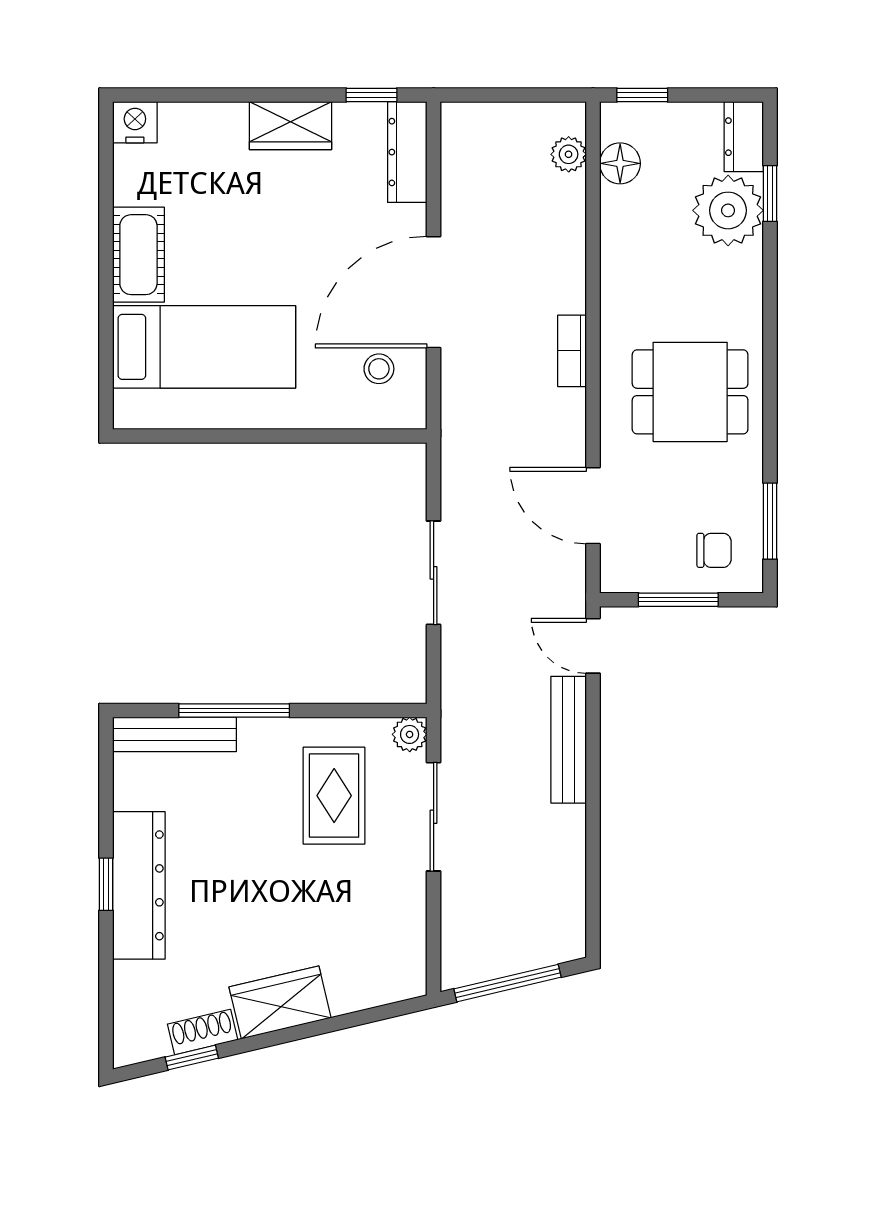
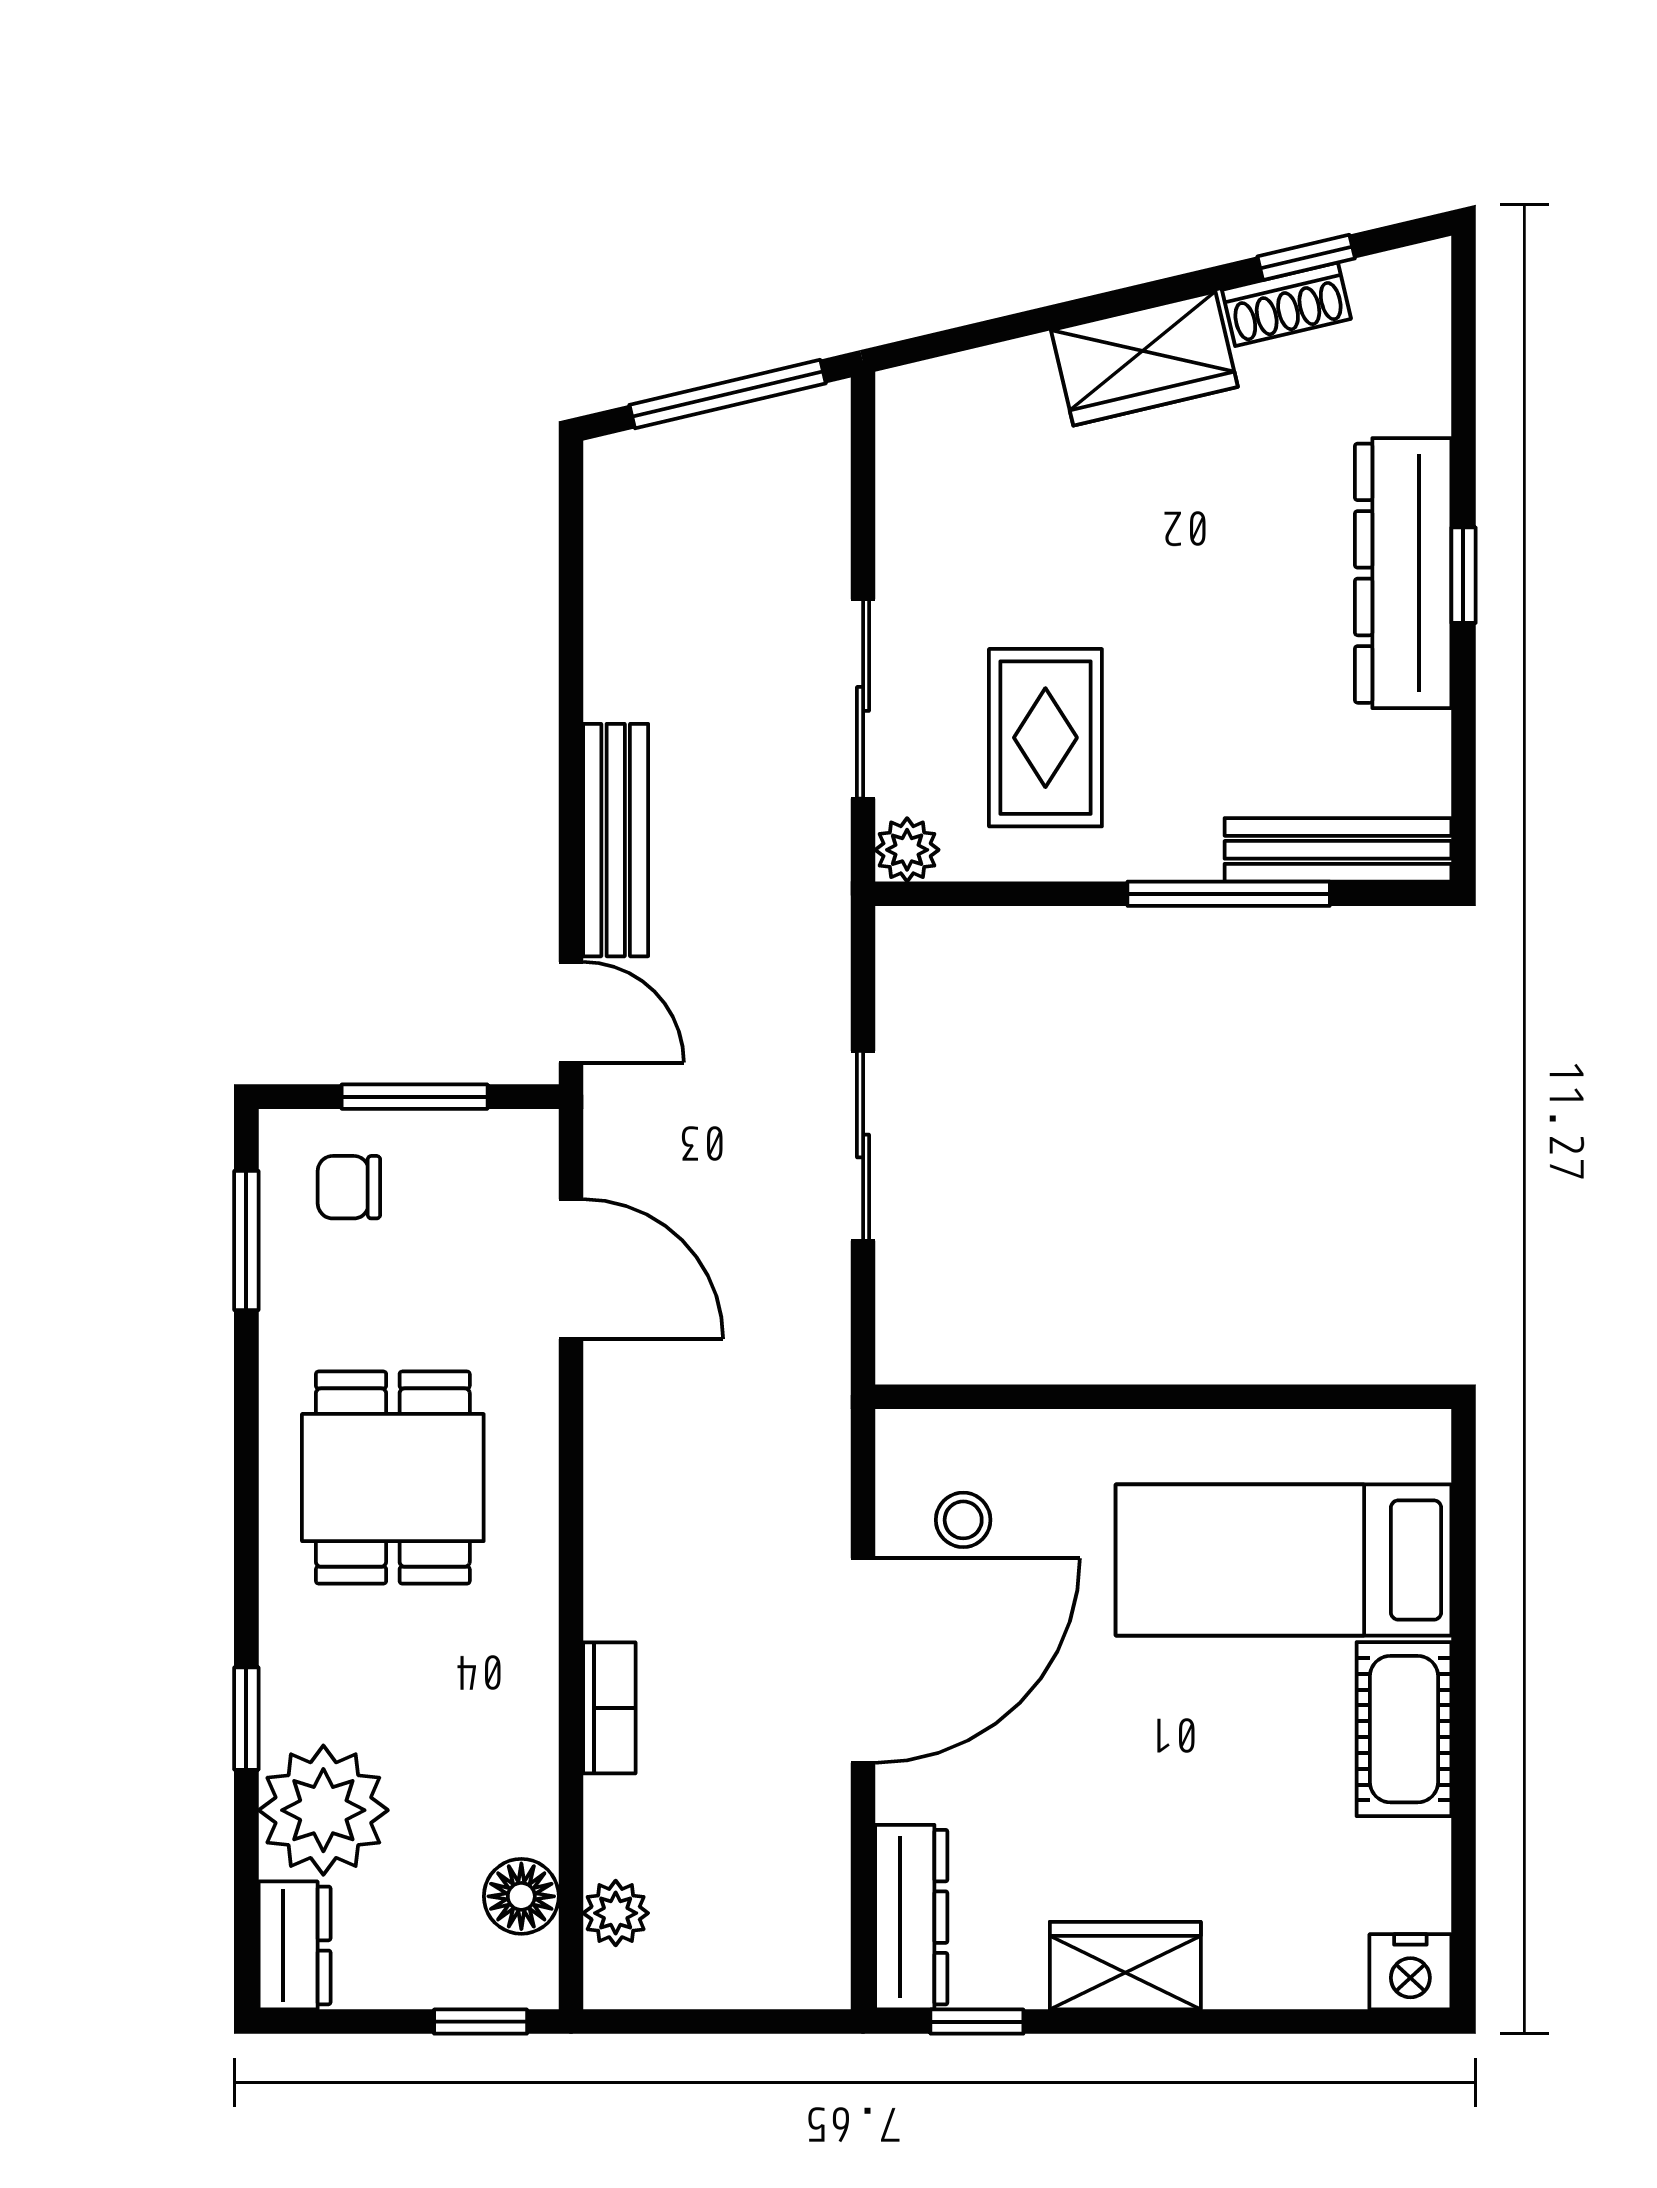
window: (770, 194) -> (246, 1719), moved
bookcase: (572, 351) -> (609, 1708), moved
dining table: (690, 392) -> (393, 1478), turned 90

